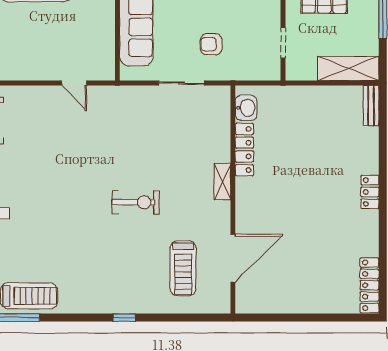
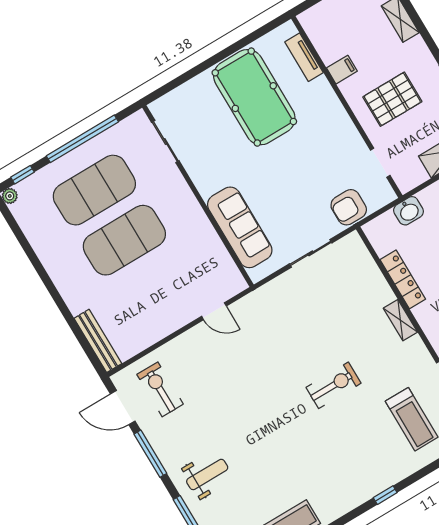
armchair: (211, 44) -> (349, 207), moved, width x1.38, depth x1.38
washbasin: (246, 108) -> (409, 211), moved, turned 90

